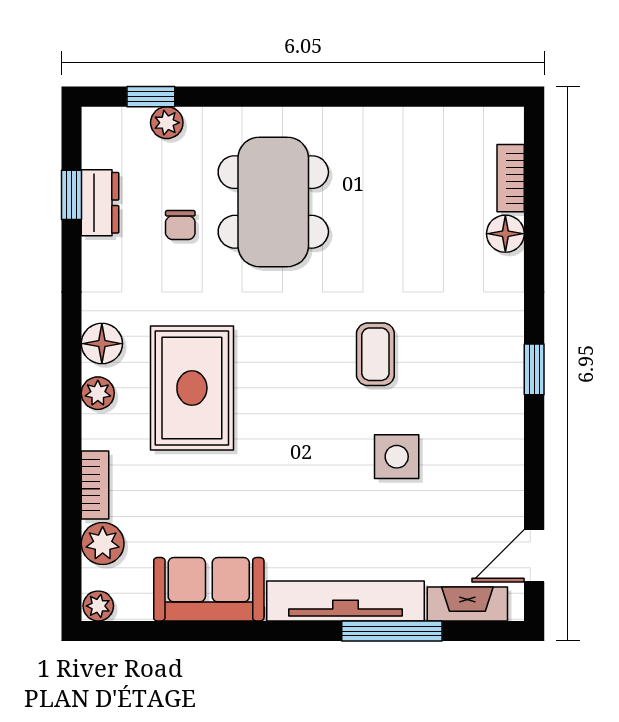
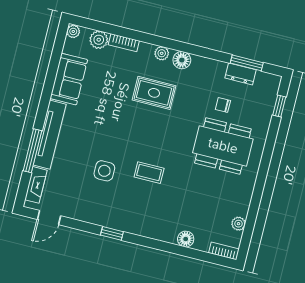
plant: (167, 123) -> (238, 224), moved
bookcase: (511, 178) -> (224, 251), moved
window: (71, 195) -> (247, 63), width x1.50
window: (534, 369) -> (112, 233), moved
rug: (192, 388) -> (154, 93), width x0.73, depth x0.70
door: (534, 556) -> (49, 218), swing flipped

